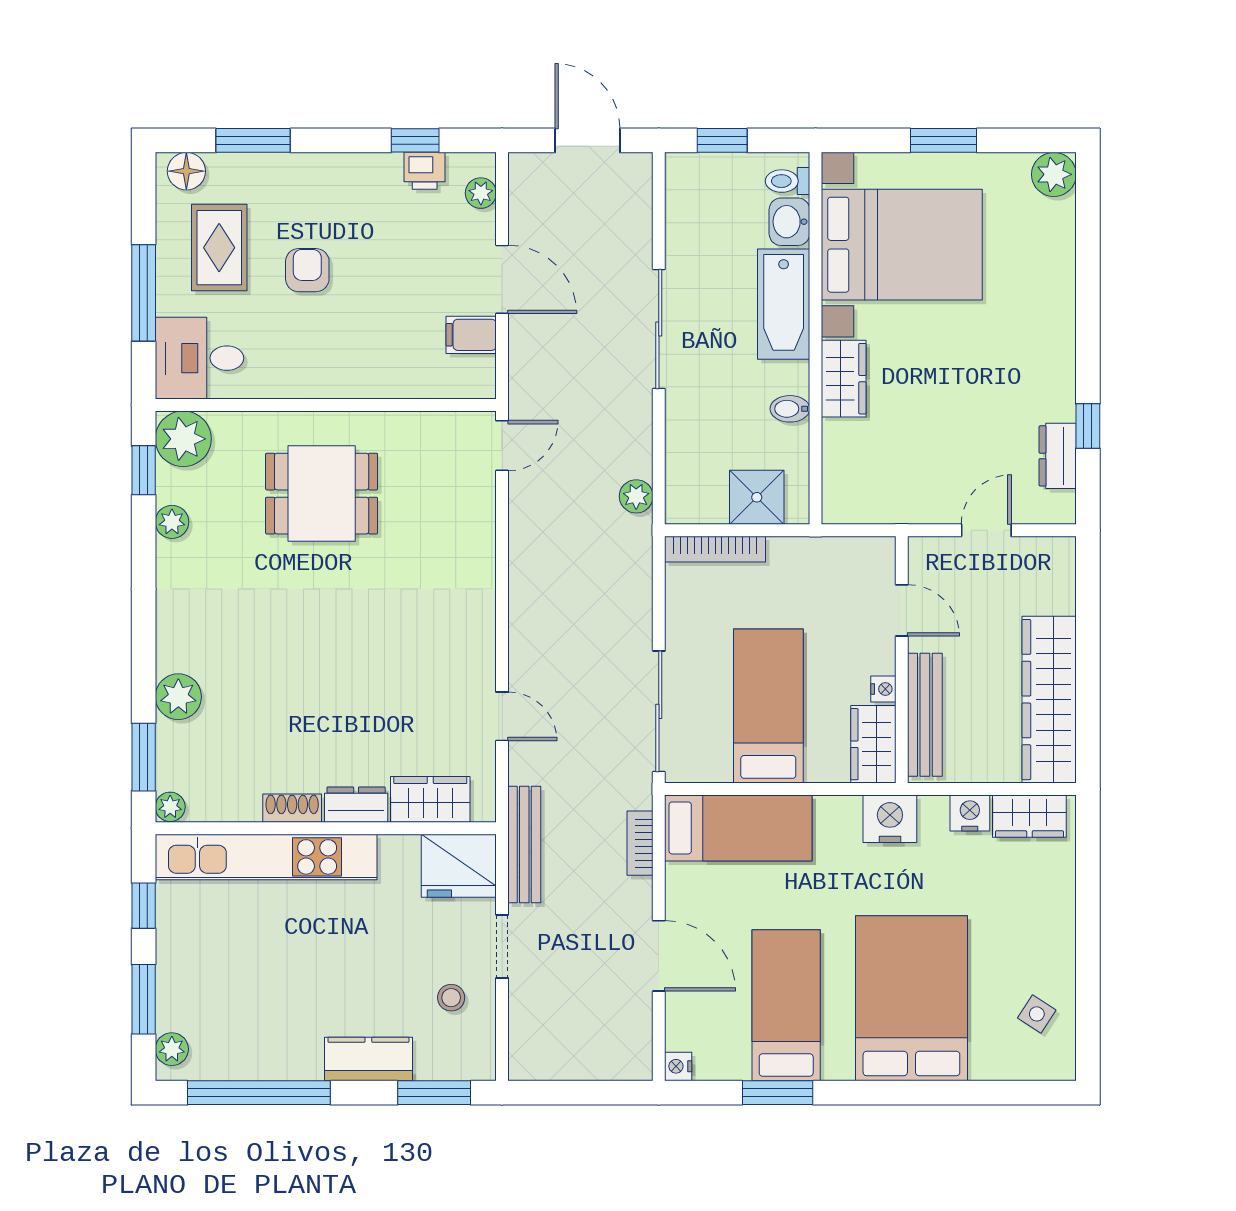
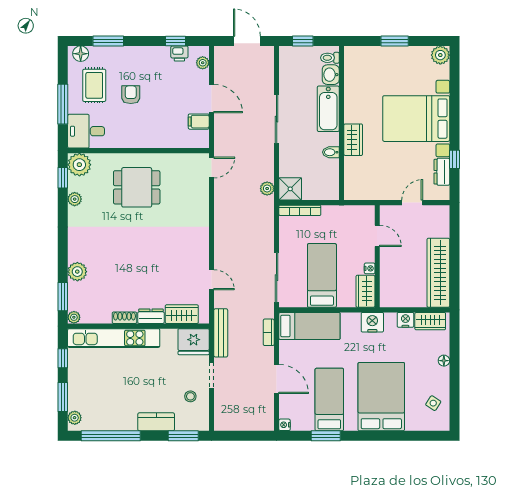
bed with nightstands: (902, 245) -> (416, 119), moved, turned 180
shower: (757, 497) -> (290, 189), moved
bench: (925, 715) -> (387, 279), removed
floor lamp: (1063, 911) -> (444, 361), added

